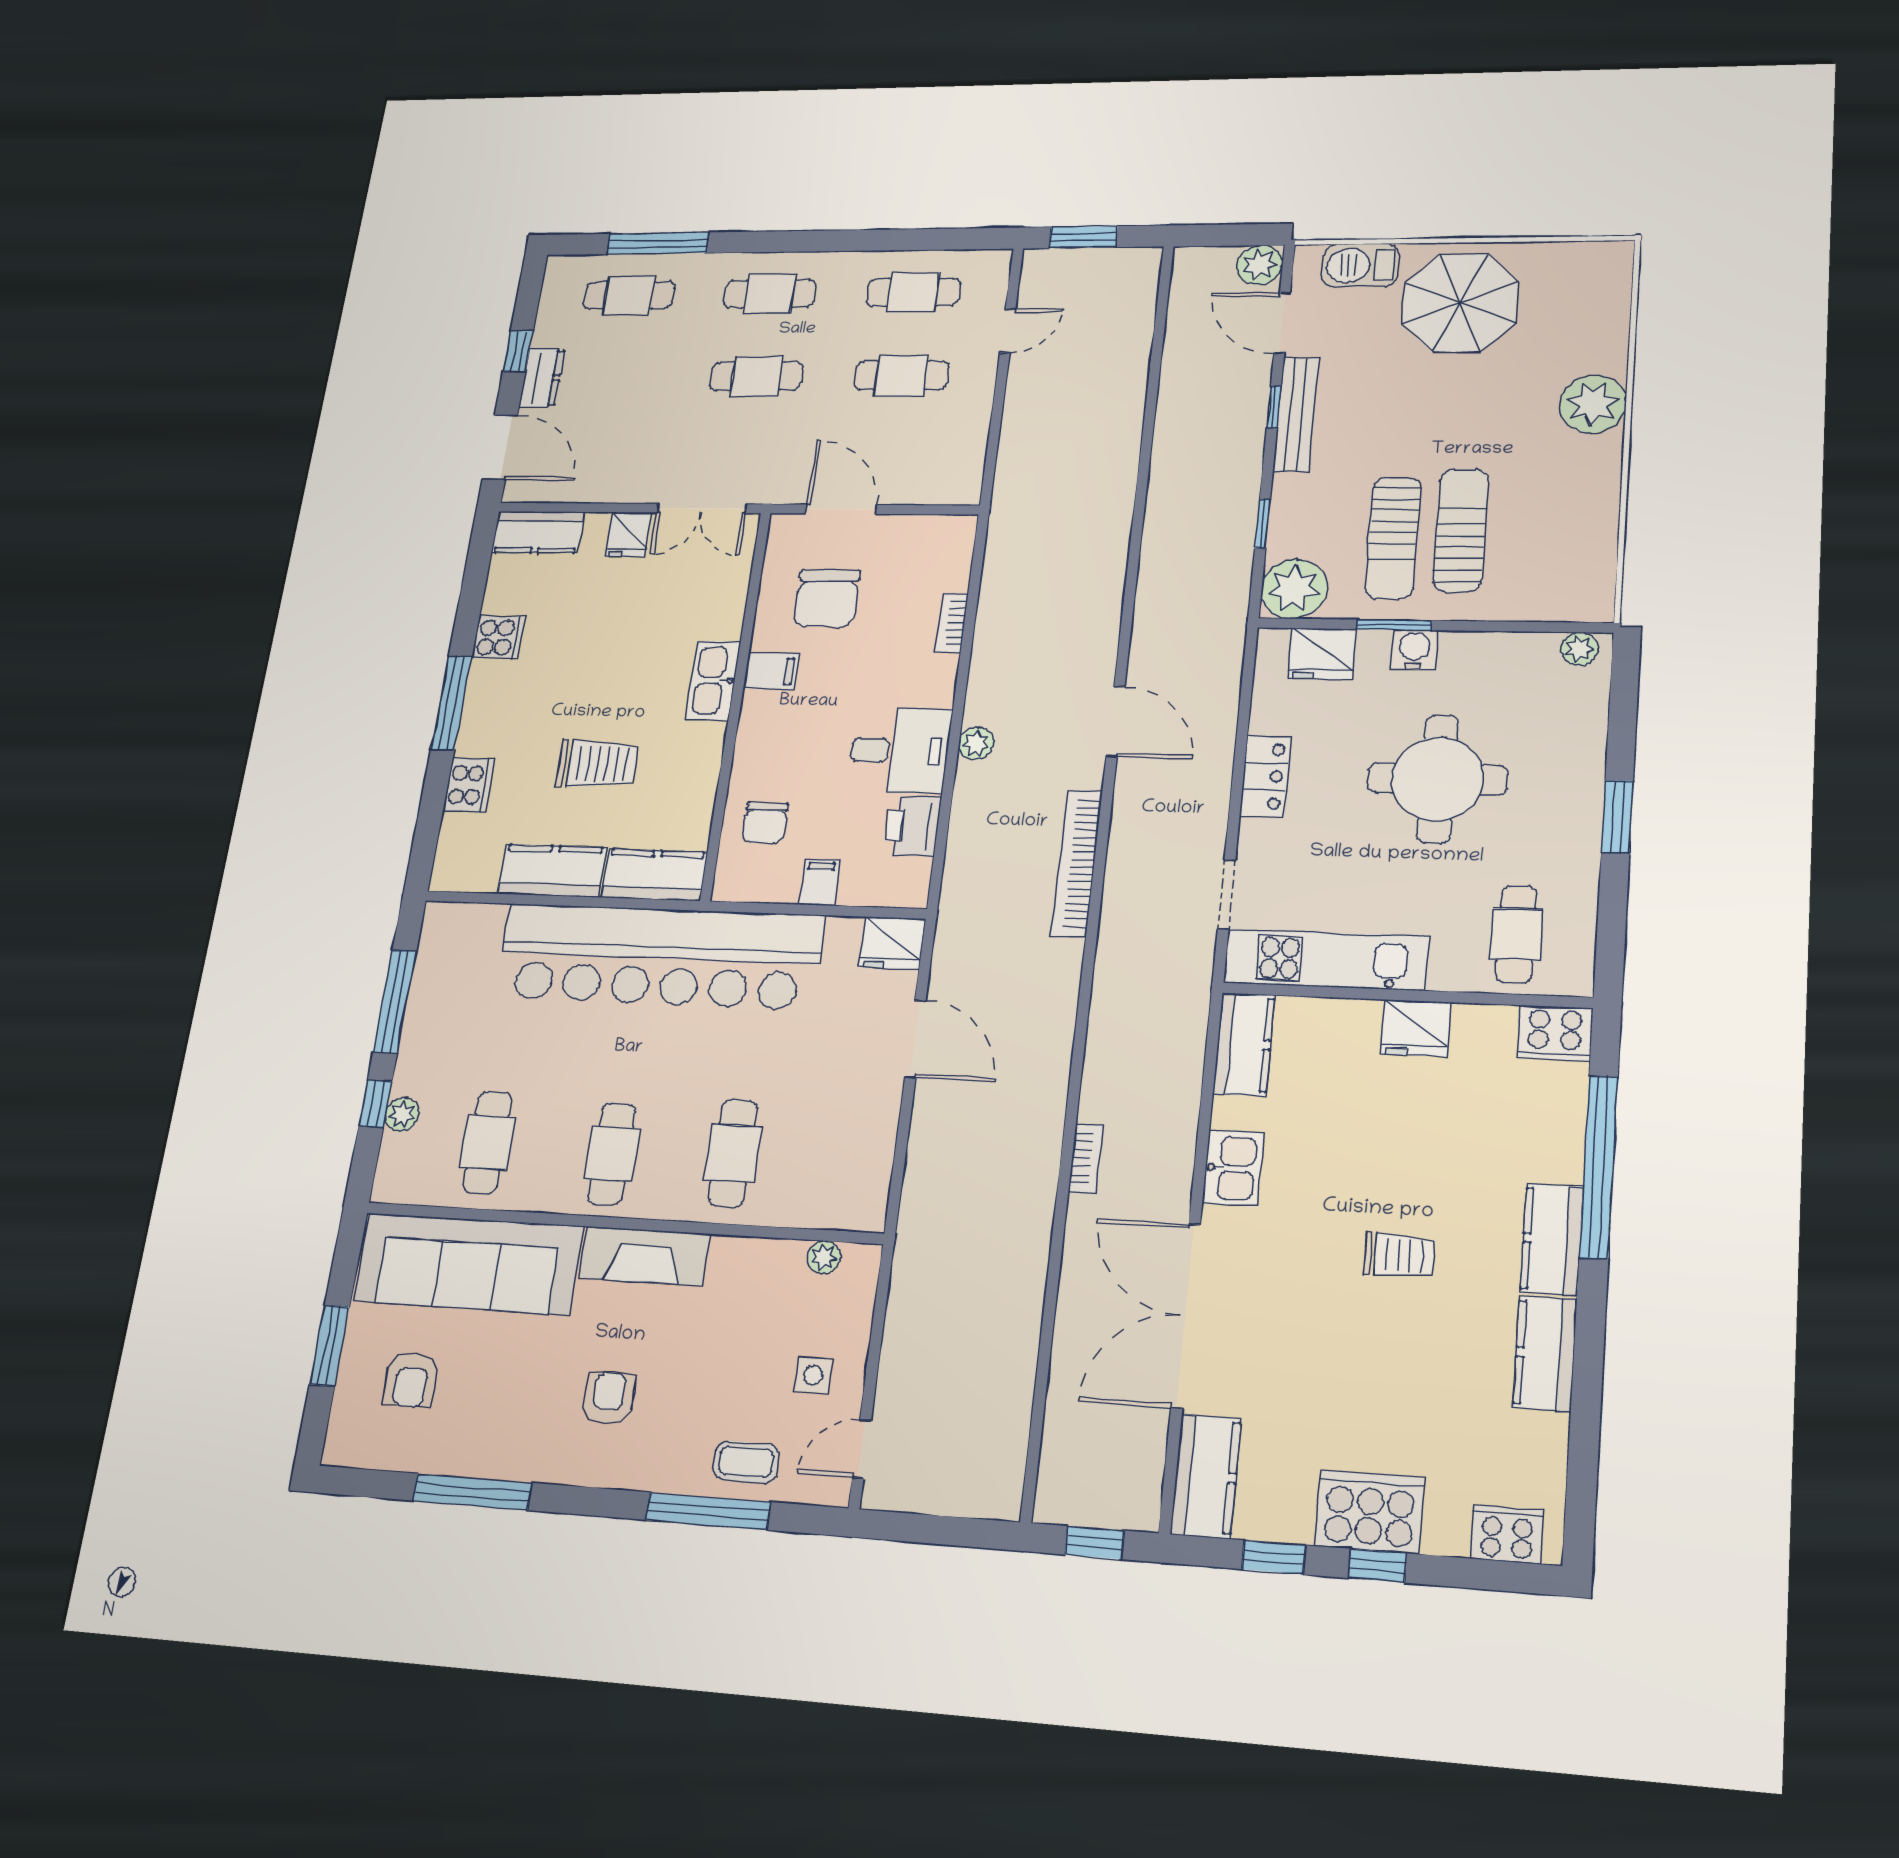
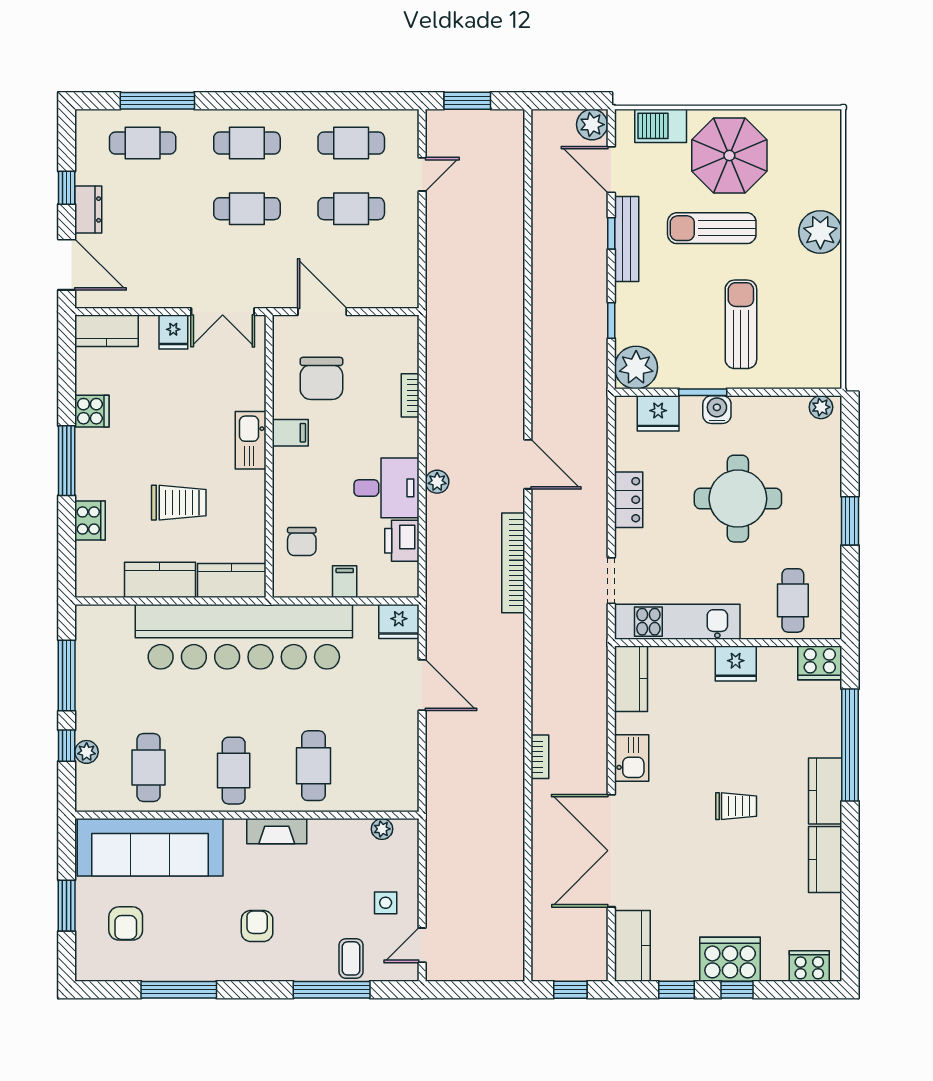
sun lounger: (1393, 538) -> (712, 228), moved, turned 90
fireplace: (644, 1256) -> (277, 831), width x0.73, depth x0.76
coffee table: (746, 1462) -> (351, 958), turned 90

